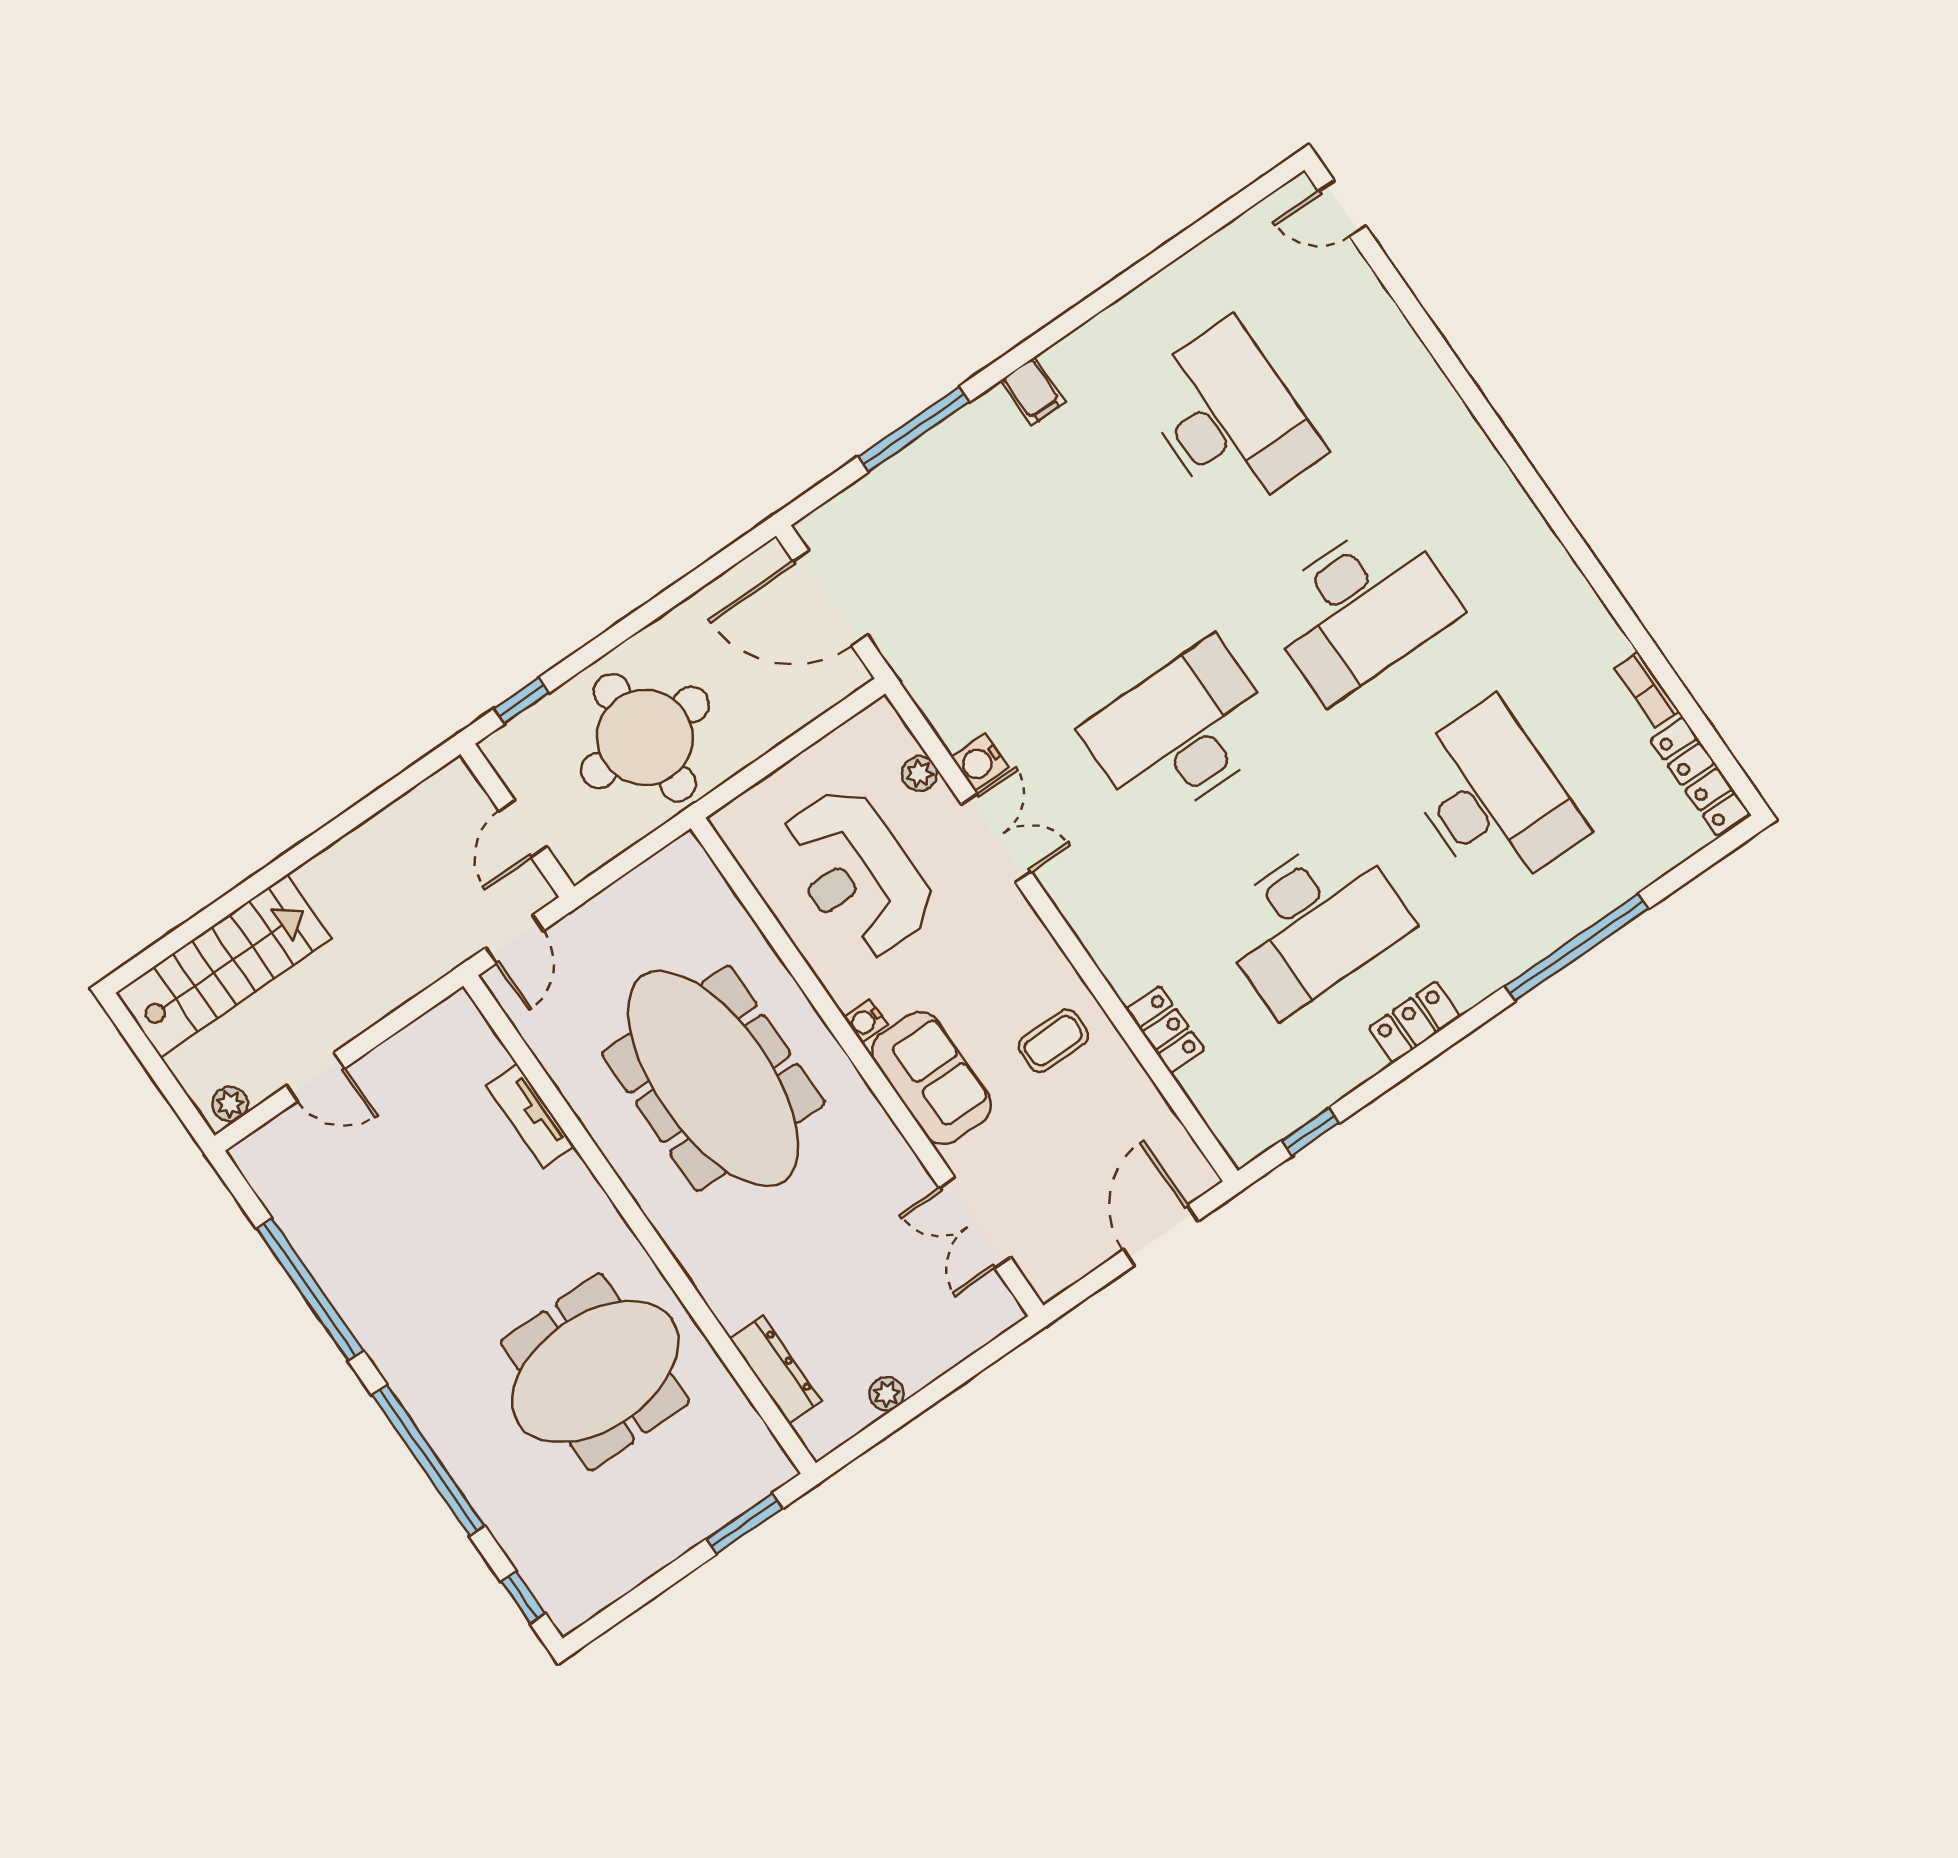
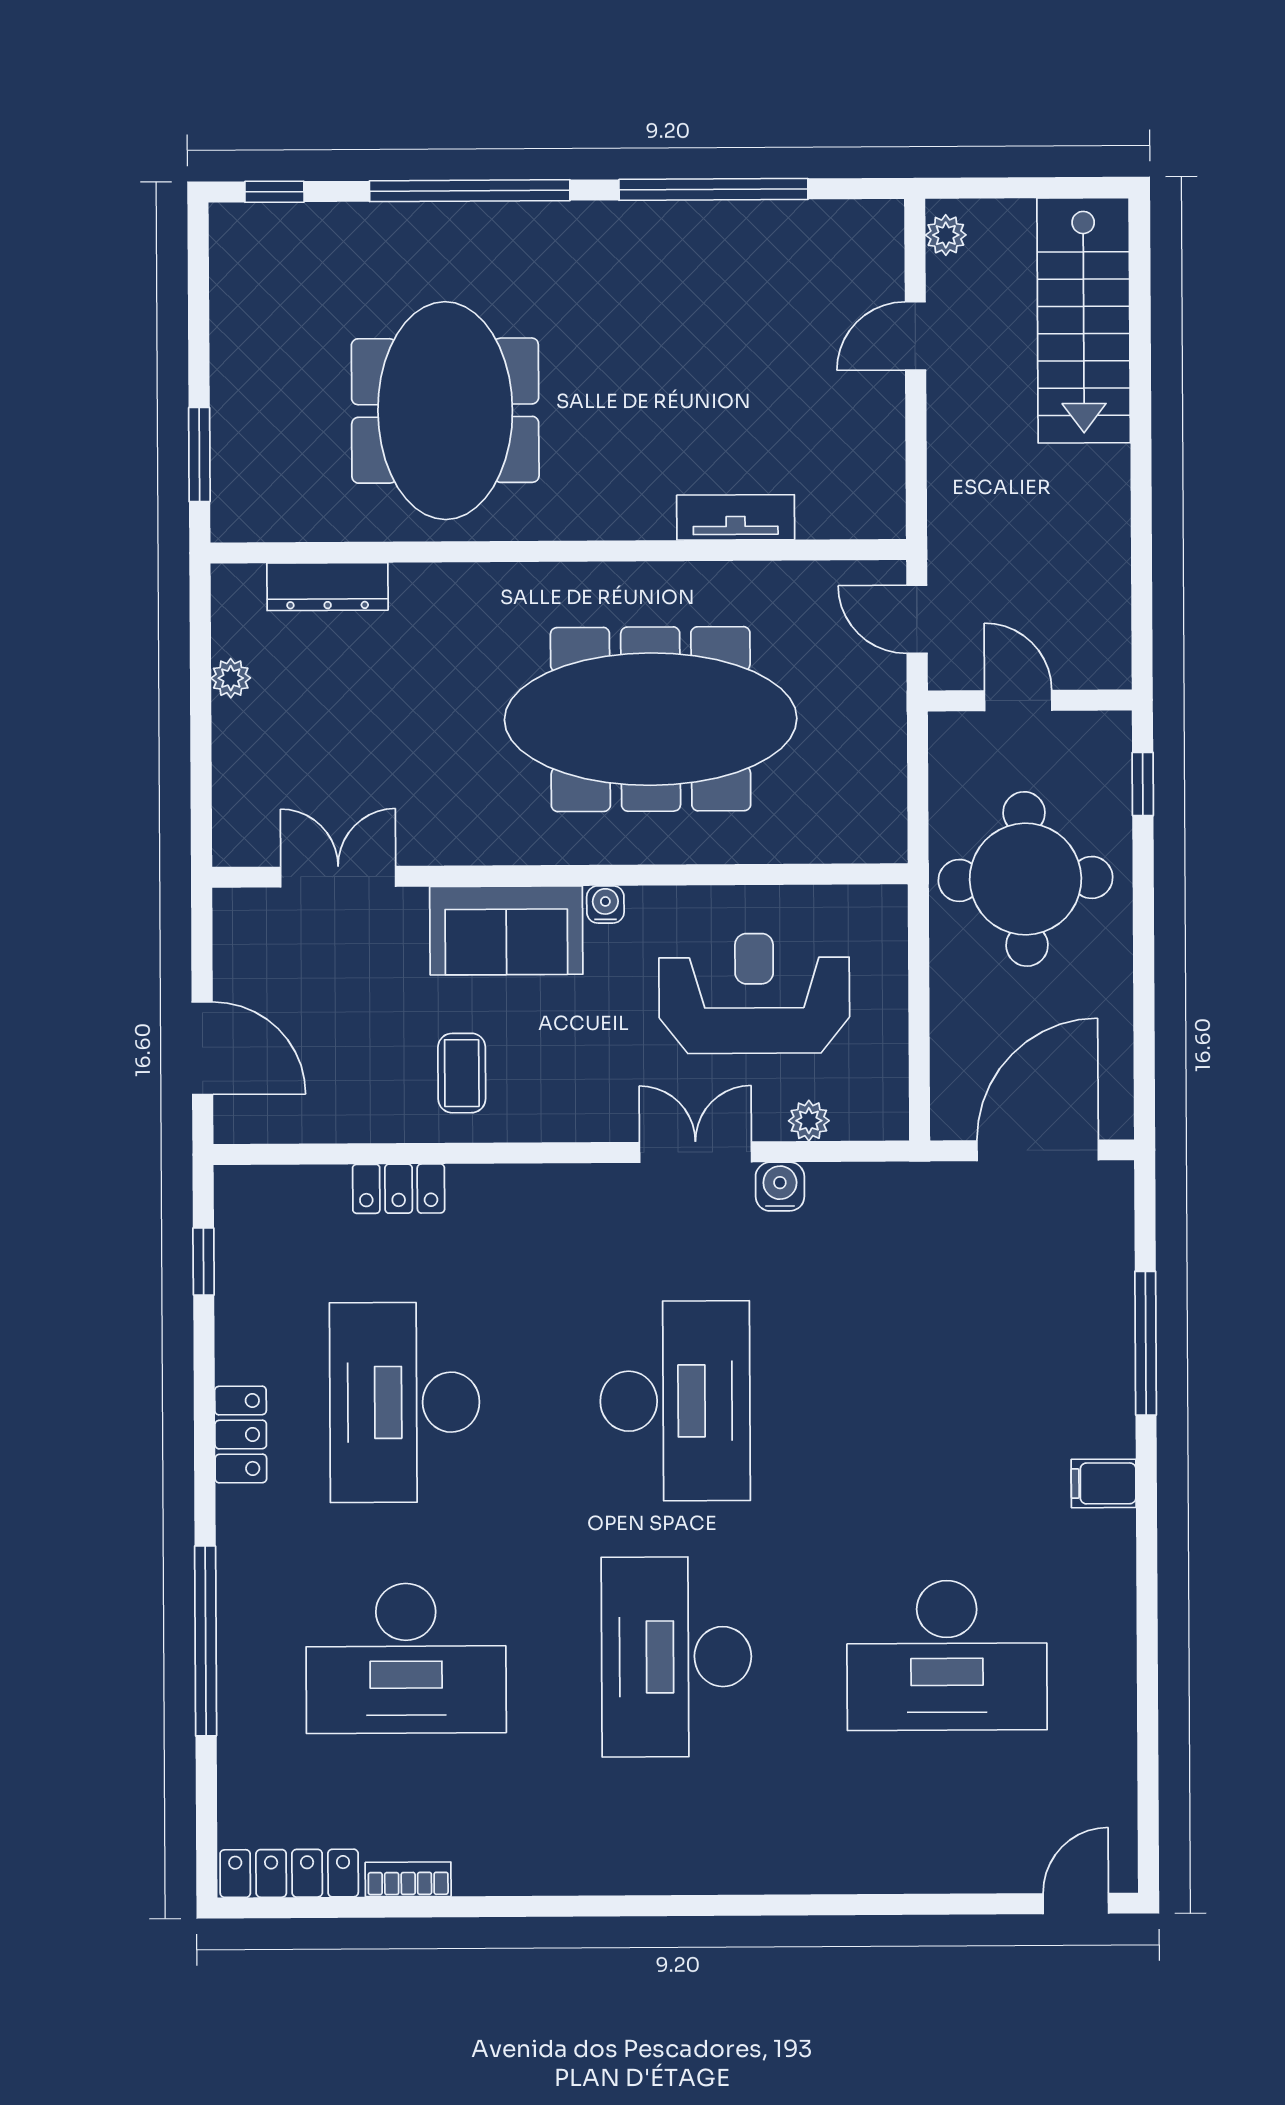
double door: (996, 838) -> (695, 1152), swing flipped

